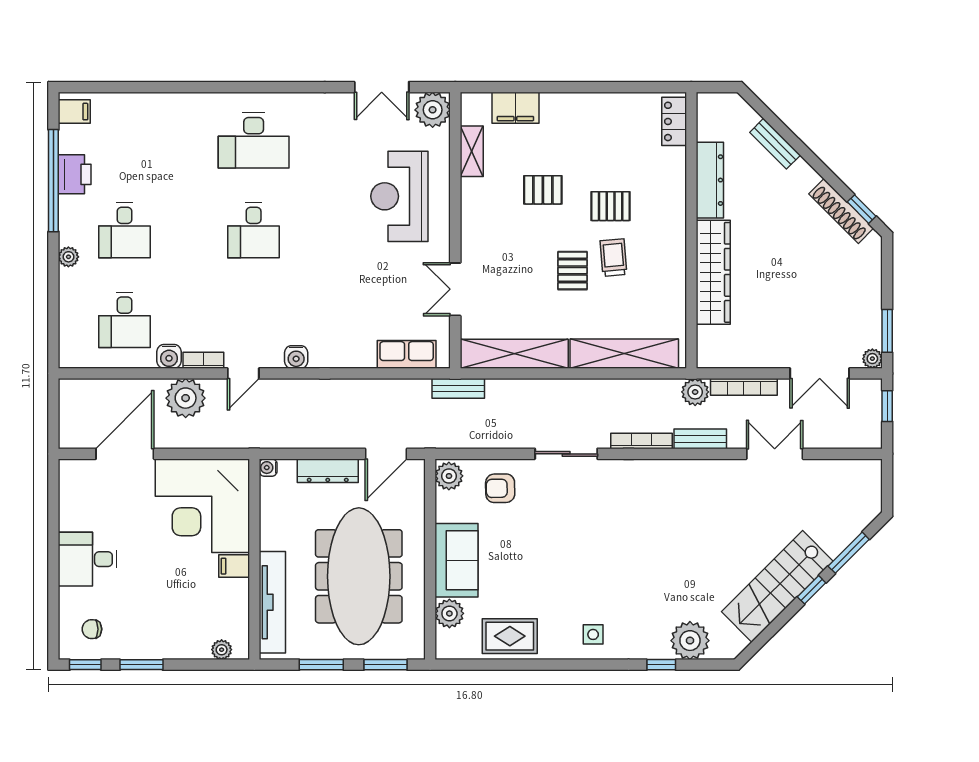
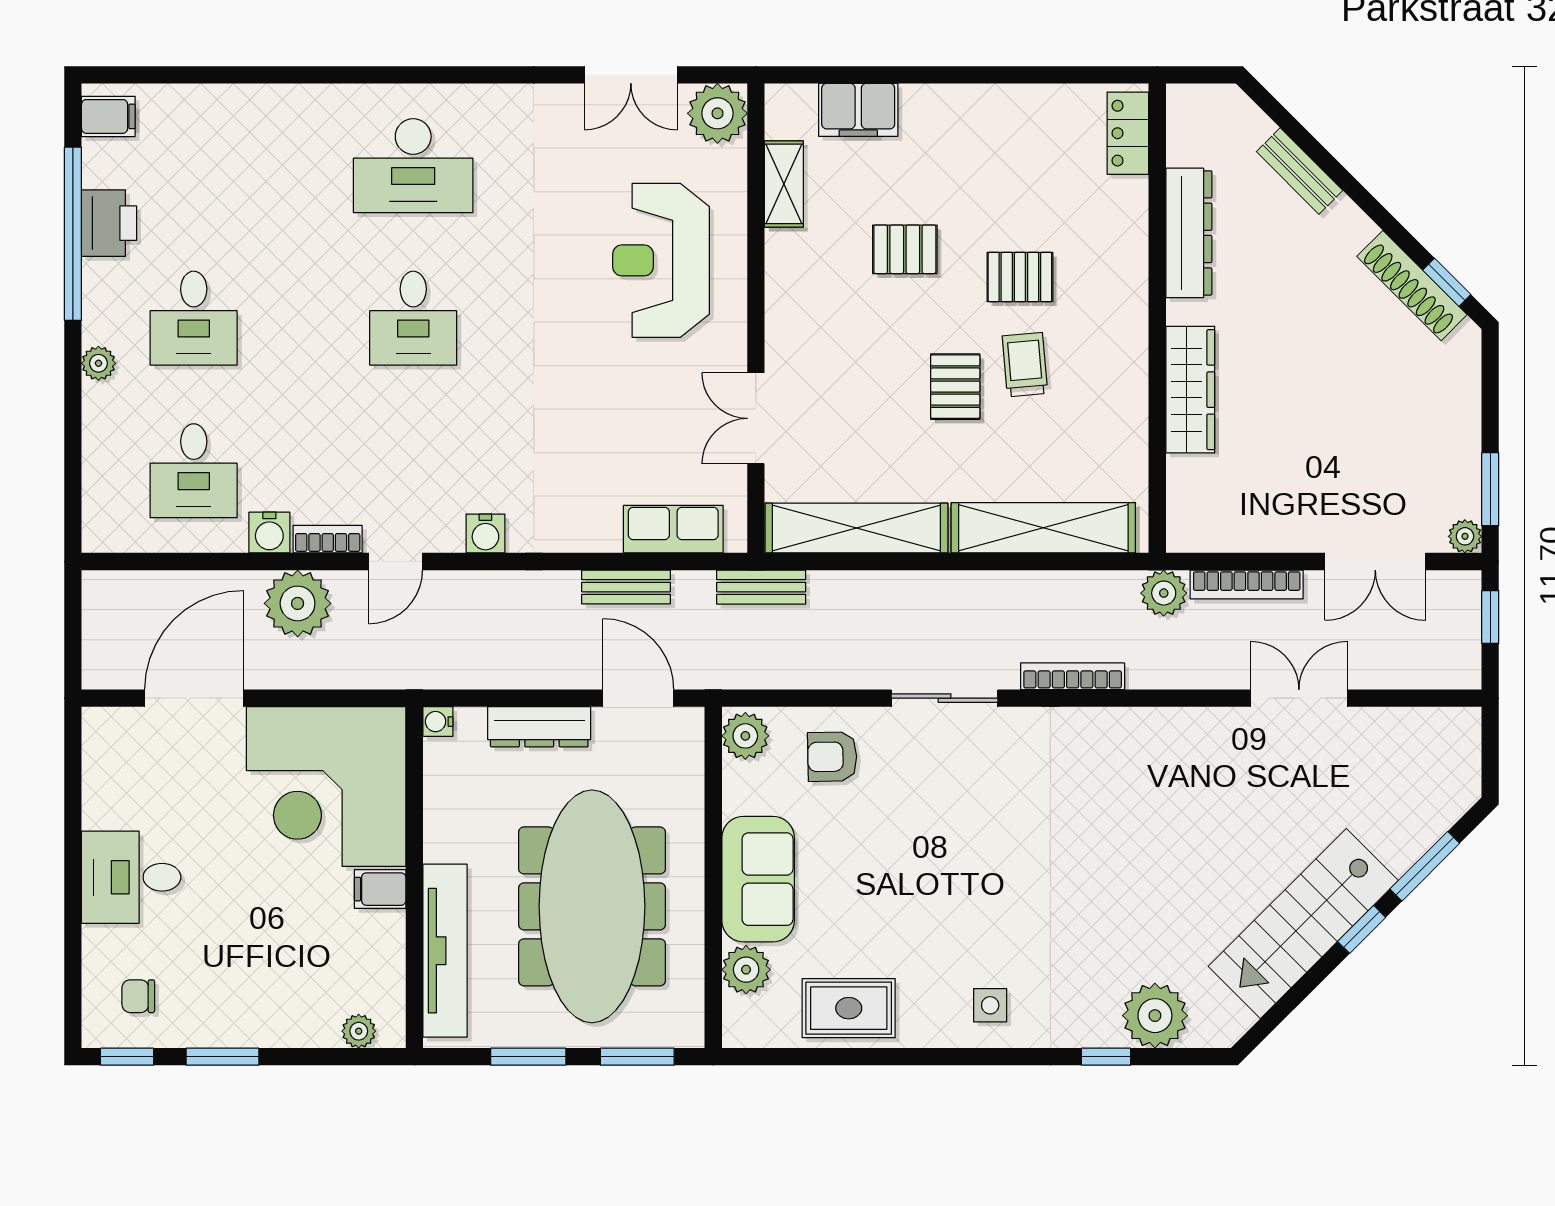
wardrobe: (713, 272) -> (1190, 390), width x0.71, depth x0.85
bench: (700, 439) -> (626, 587), moved
door: (386, 454) -> (638, 698), swing flipped

